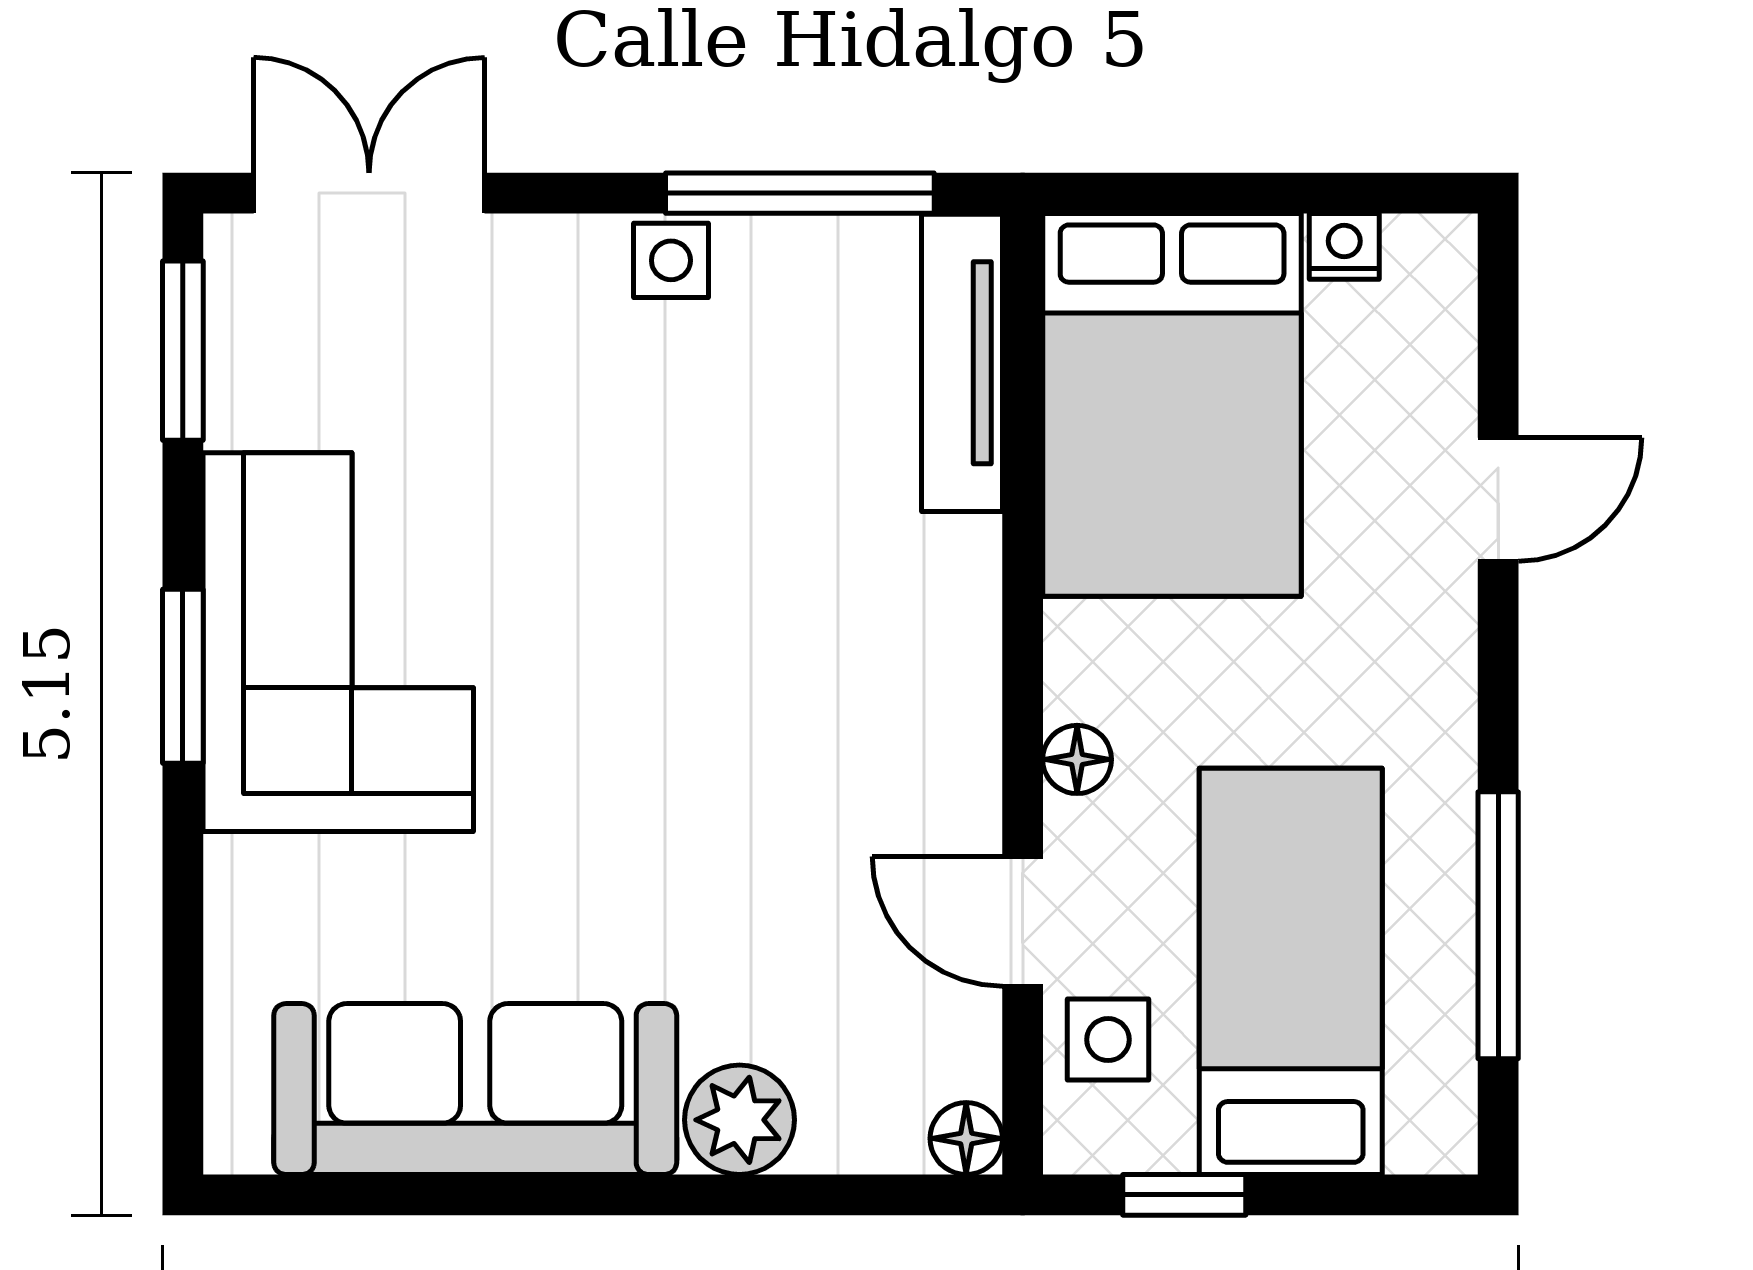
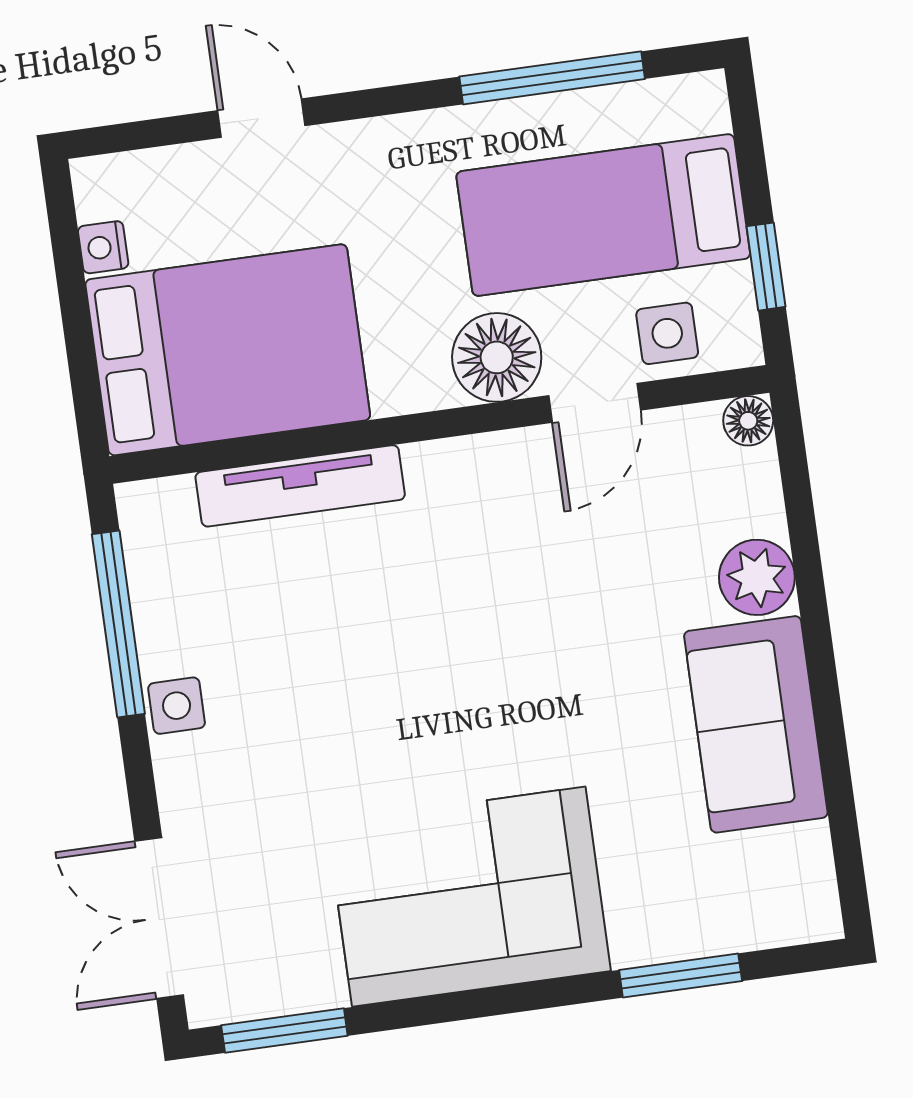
tv unit: (962, 363) -> (300, 486), moved
window: (183, 676) -> (681, 975), moved
floor lamp: (1077, 759) -> (497, 357), width x1.89, depth x1.89
sofa: (475, 1089) -> (756, 724), width x0.73

